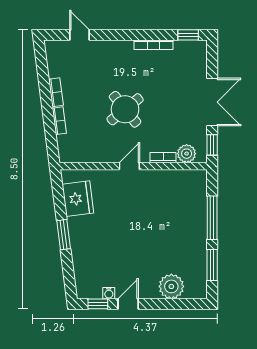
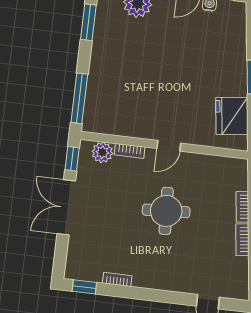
bookcase: (153, 45) -> (117, 279), width x0.64
round table: (125, 109) -> (166, 211), turned 36
window: (212, 218) -> (79, 98), moved

